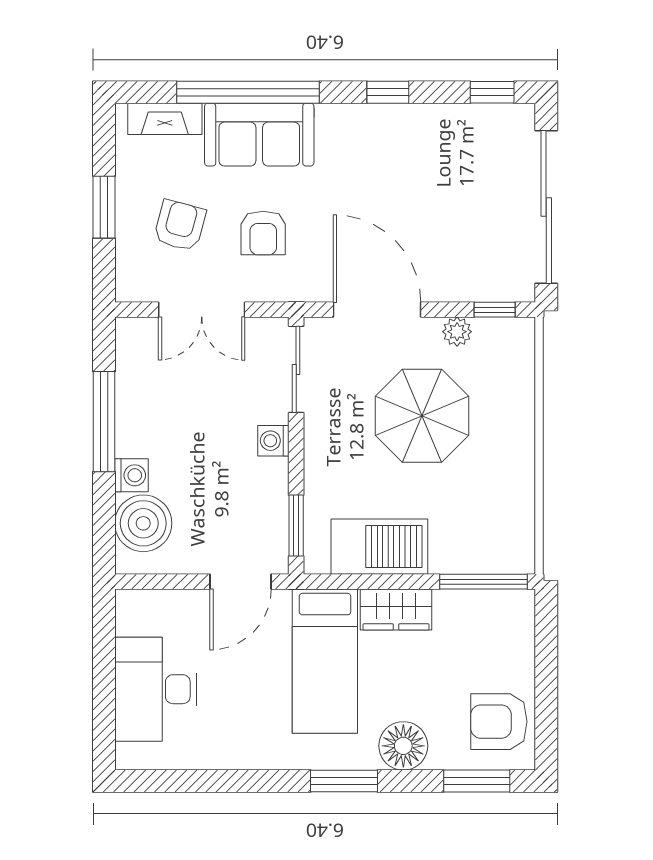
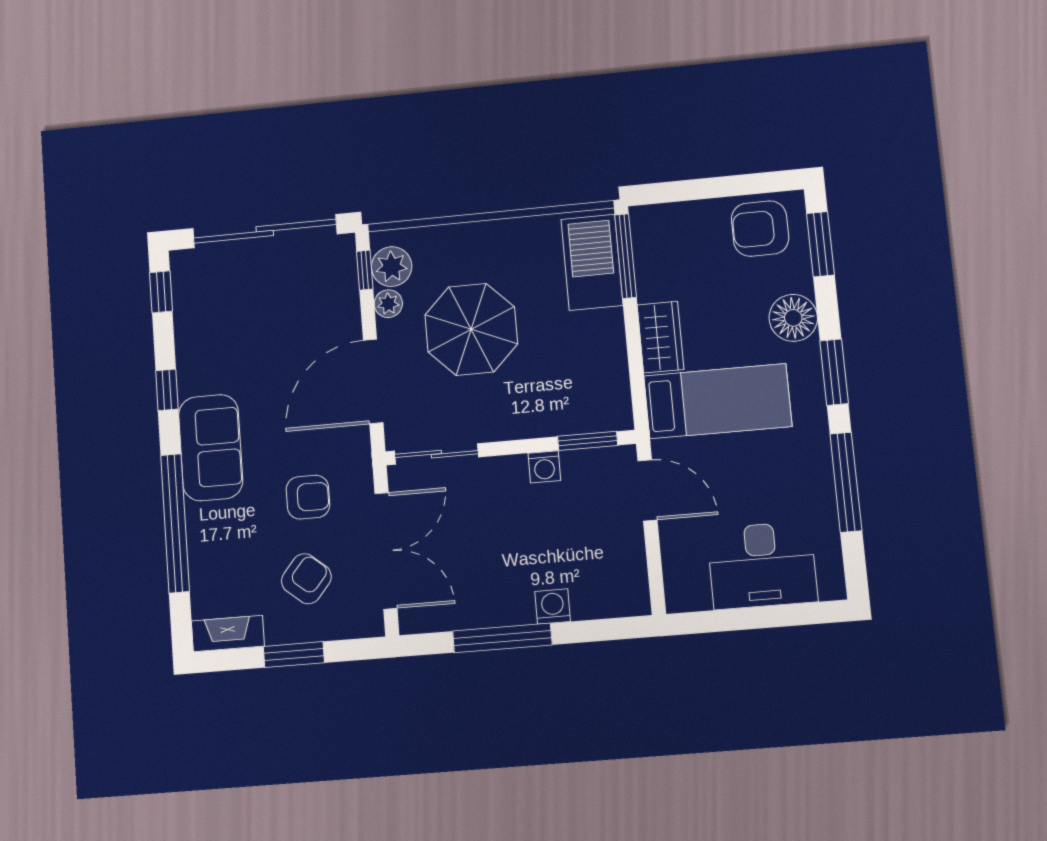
fireplace: (165, 119) -> (228, 634), moved, turned -90
sofa: (259, 135) -> (211, 448), moved
armchair: (180, 225) -> (306, 579), turned 115
double door: (202, 310) -> (386, 551), width x1.37
plant: (496, 338) -> (392, 267), added
washing machine: (273, 441) -> (544, 467), moved
boiler: (143, 523) -> (599, 591), removed
barbecue: (379, 547) -> (592, 262), moved
armchair: (499, 722) -> (760, 229), turned 90
window: (232, 781) -> (846, 482), added

